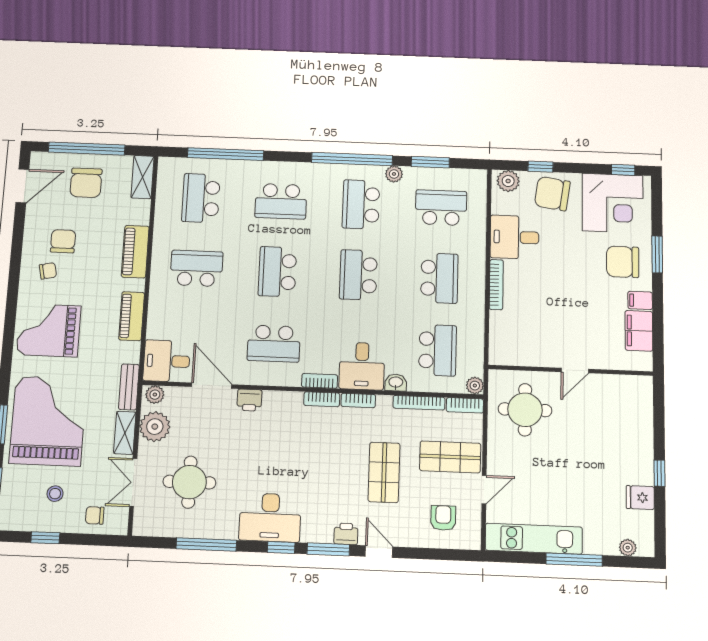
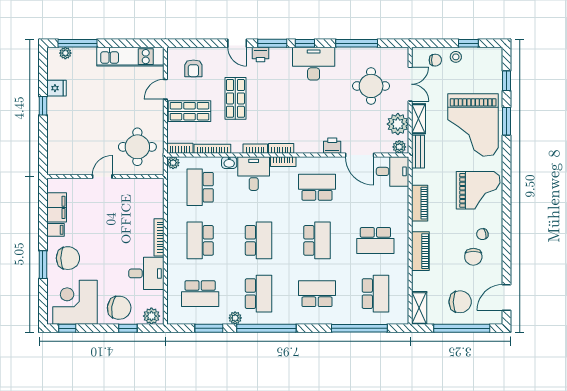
chair: (86, 183) -> (460, 302), turned 90
stool: (55, 494) -> (456, 57), moved
window: (574, 560) -> (77, 43), moved

